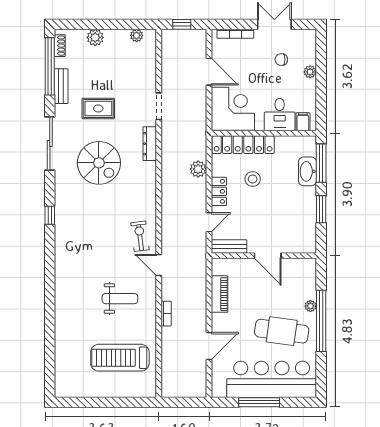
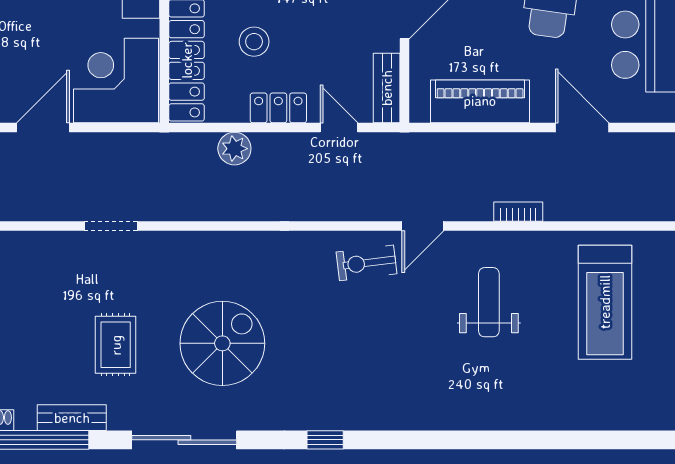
dresser: (150, 144) -> (185, 244), removed
piano: (220, 294) -> (480, 101), width x1.37, depth x1.33

